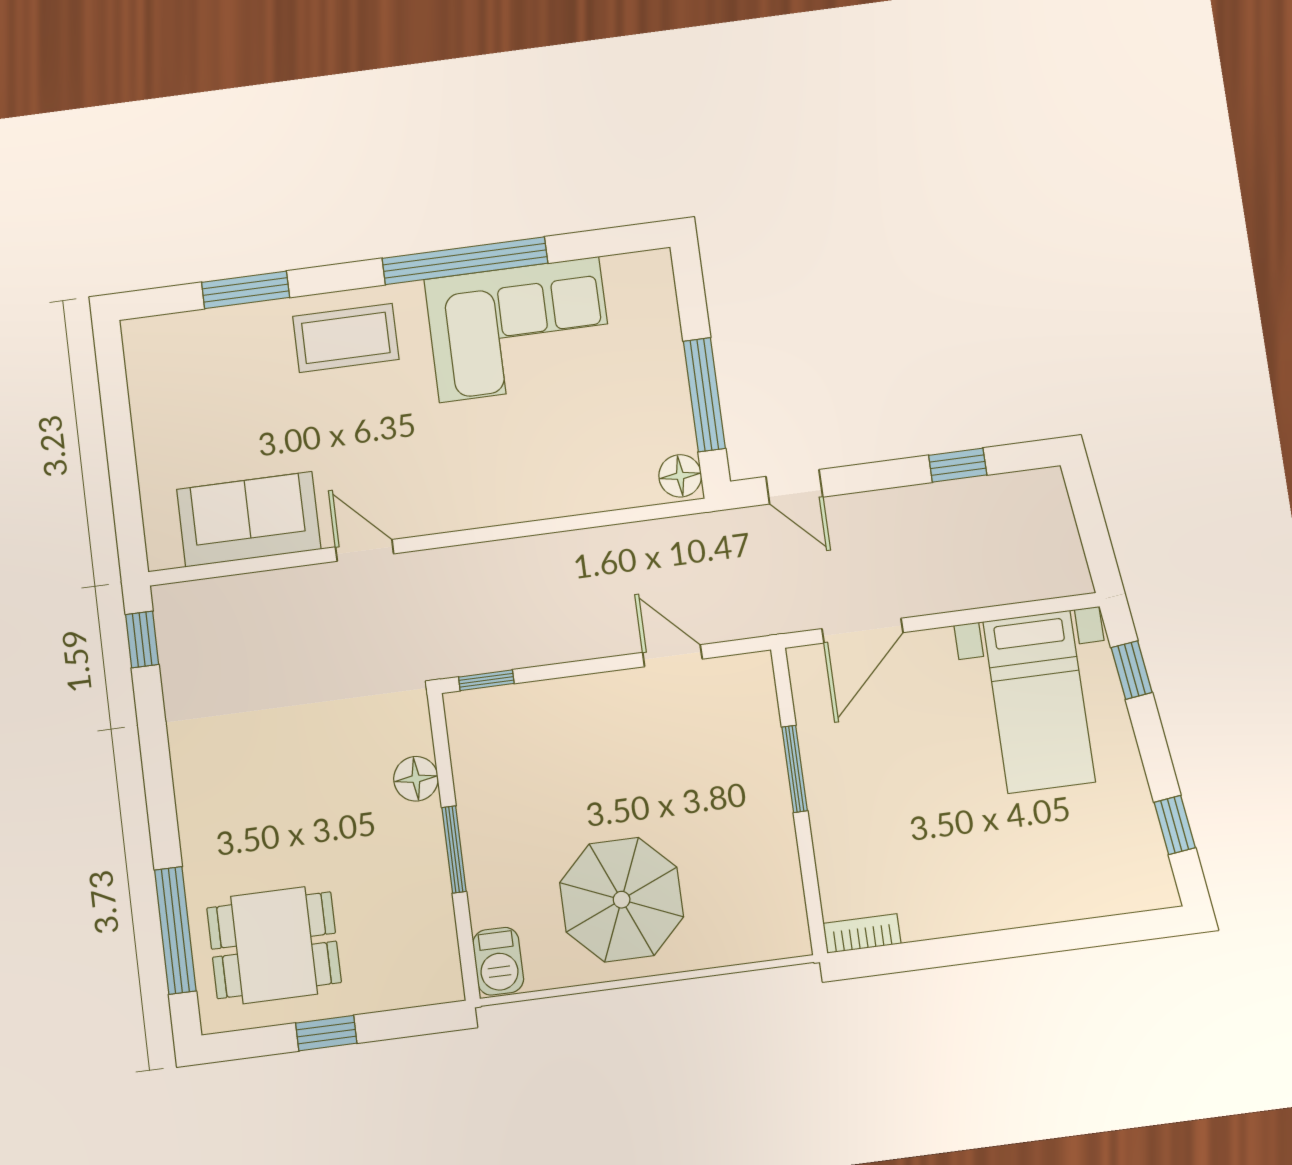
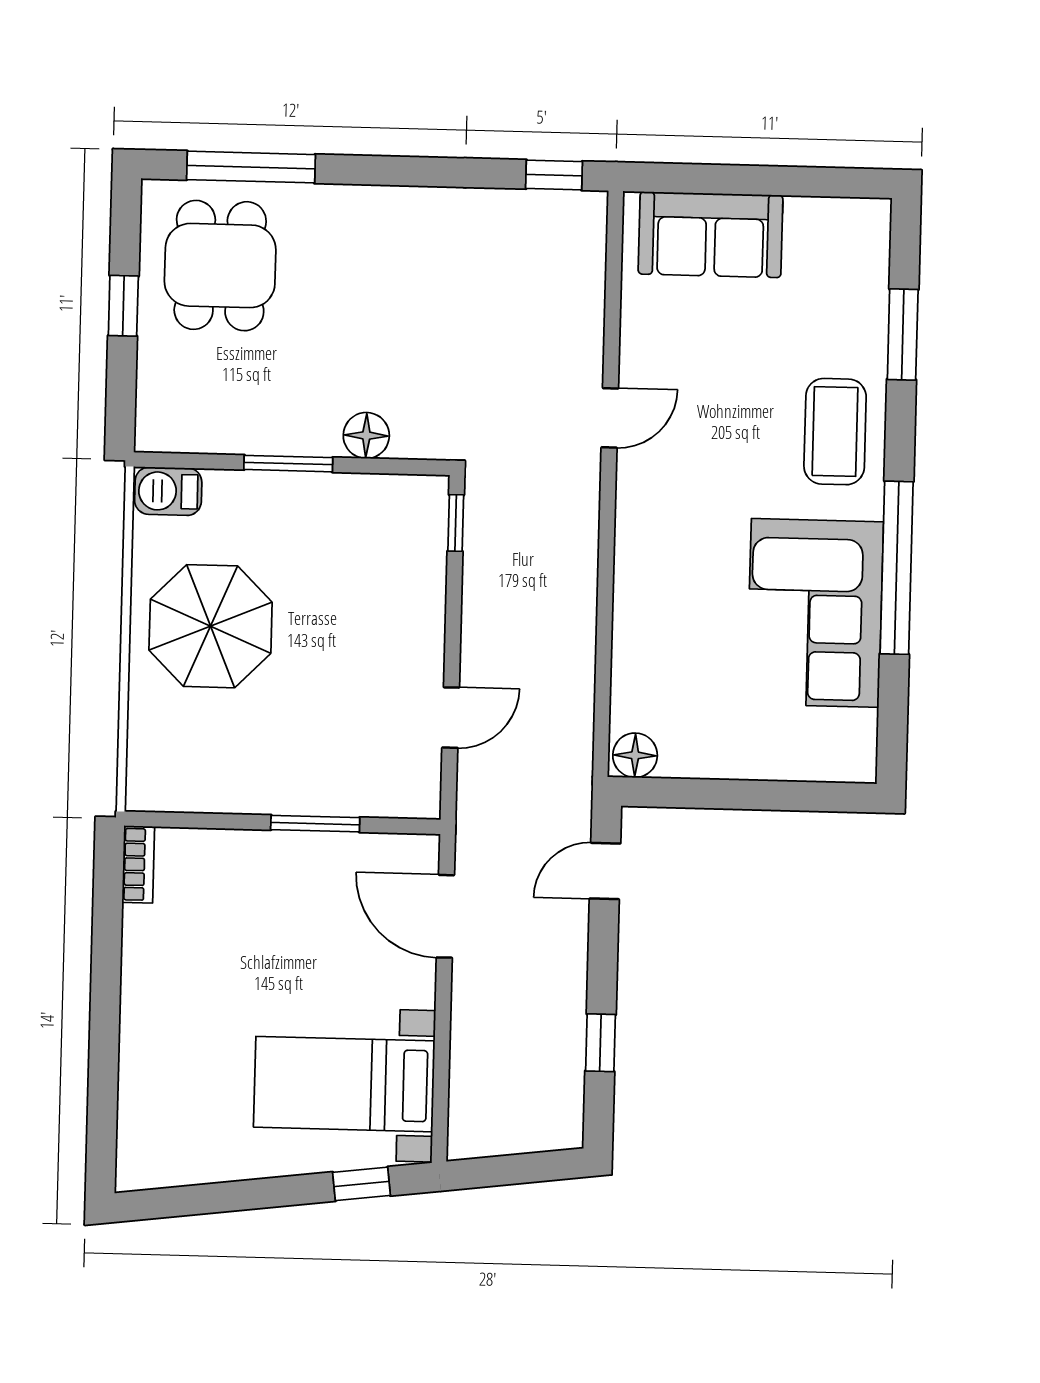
window: (704, 395) -> (716, 794), removed
sofa: (249, 519) -> (711, 235), moved, turned 90
window: (1175, 825) -> (198, 1200), removed

